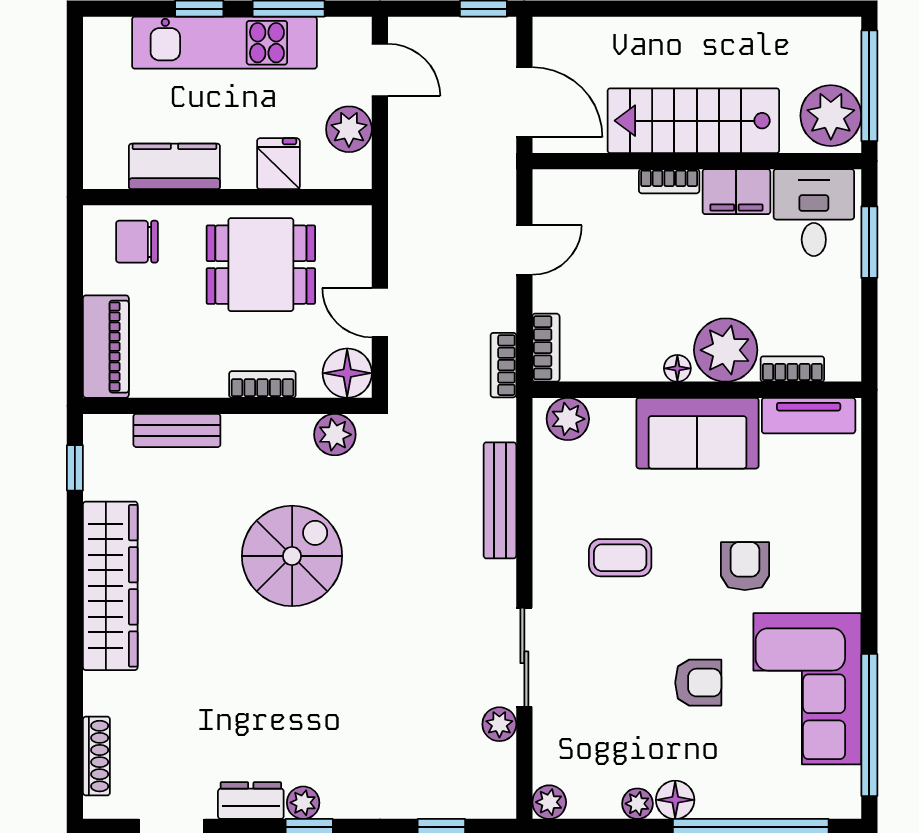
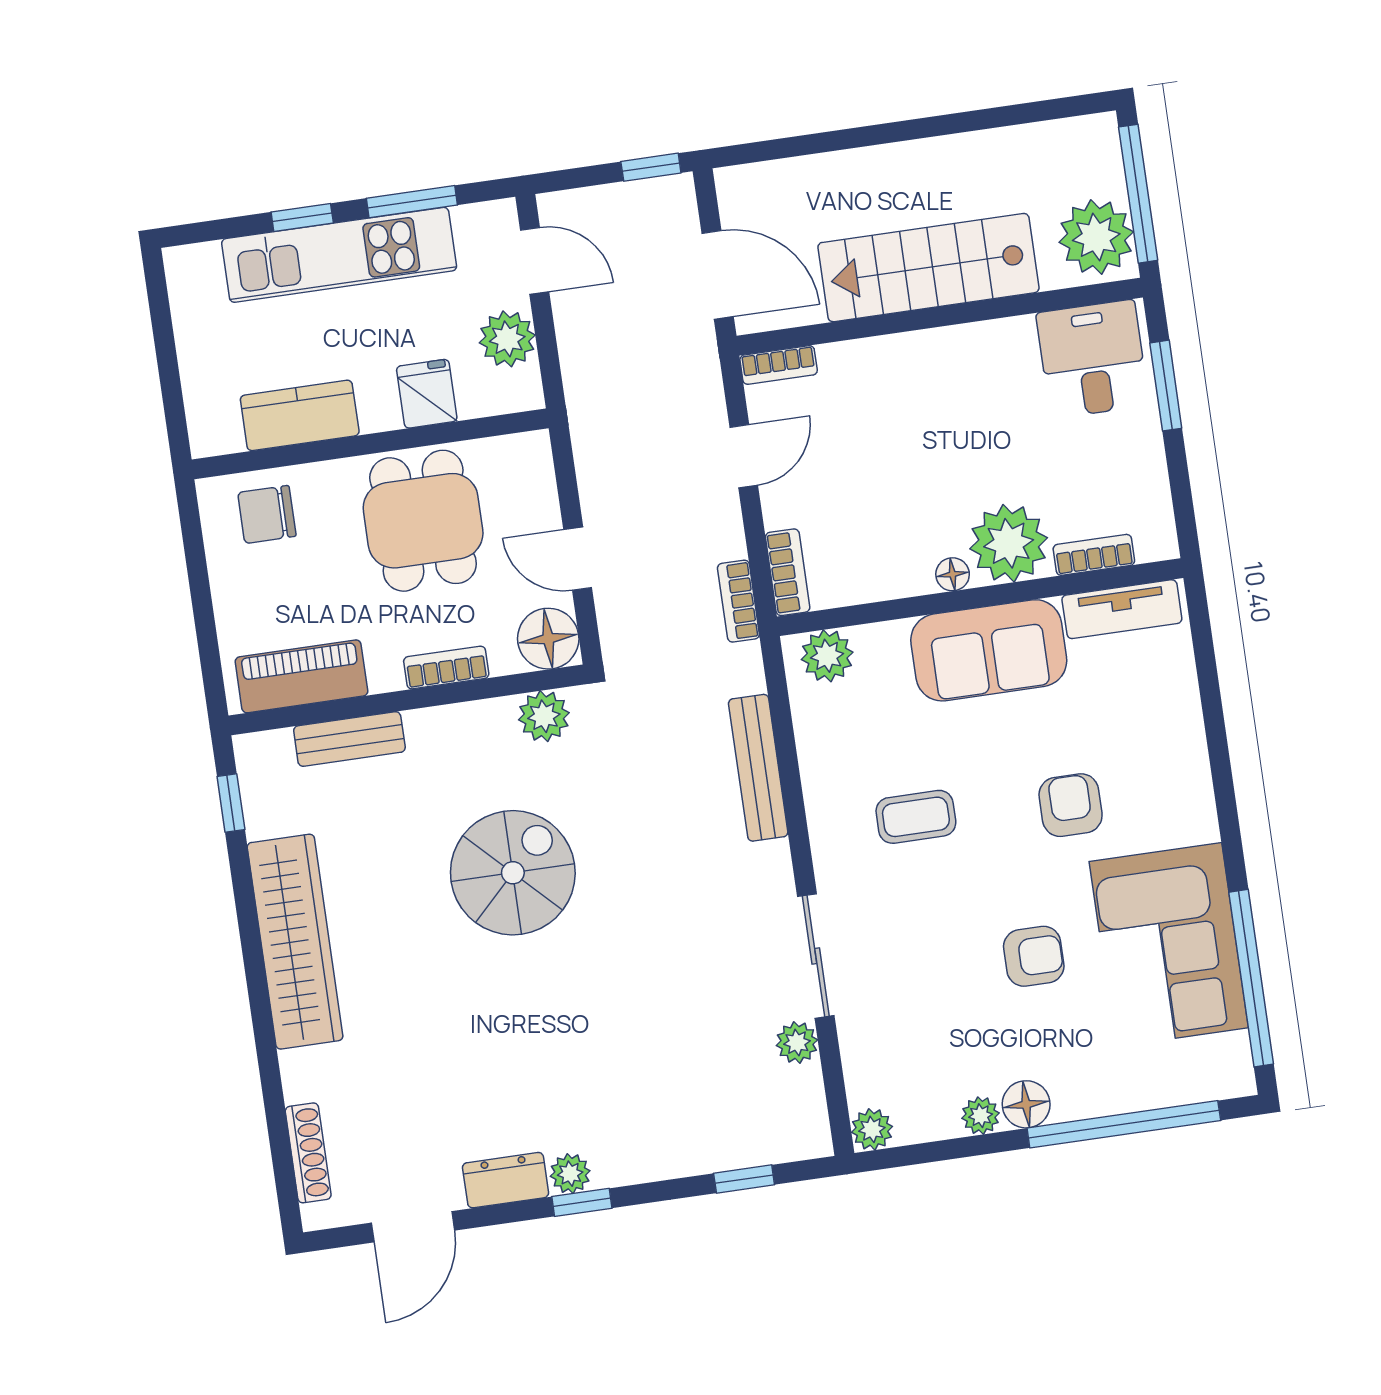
bookcase: (669, 181) -> (779, 365), moved
filing cabinet: (736, 192) -> (994, 347), removed
dining table: (261, 265) -> (423, 521), turned 90
piano: (106, 347) -> (301, 676), moved, turned -90

